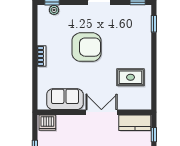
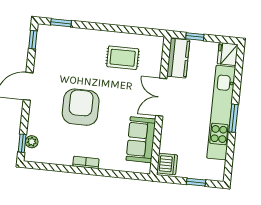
rug: (131, 77) -> (123, 58), turned 90

